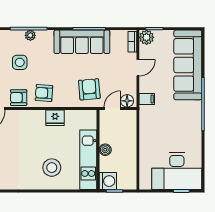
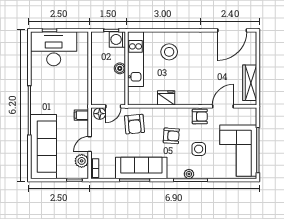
plant: (147, 37) -> (82, 161), moved
armchair: (44, 93) -> (171, 136), moved

